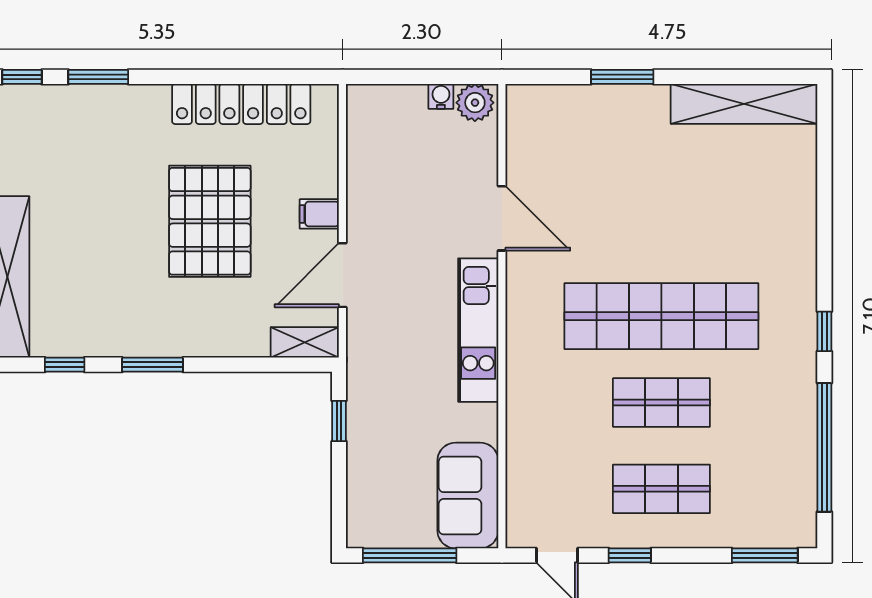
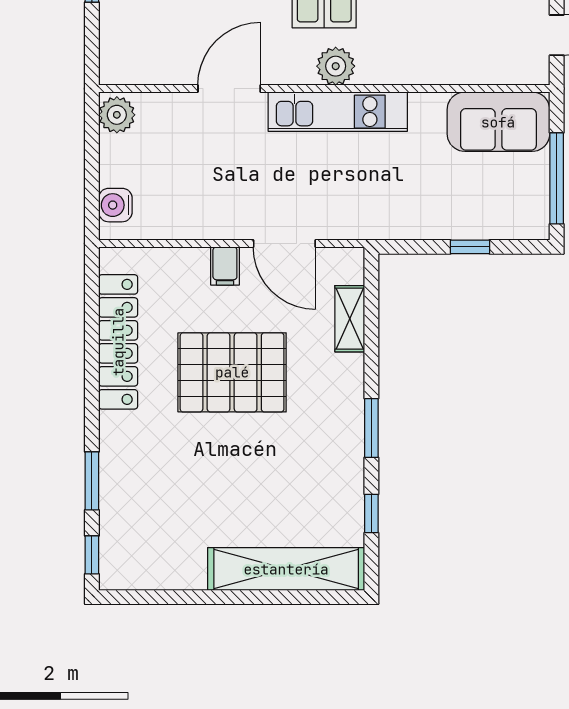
water cooler: (441, 96) -> (115, 205), moved, width x1.38, depth x1.38
plant: (525, 328) -> (336, 66), added
shelving: (305, 342) -> (350, 319), moved
window: (339, 421) -> (470, 247), moved

